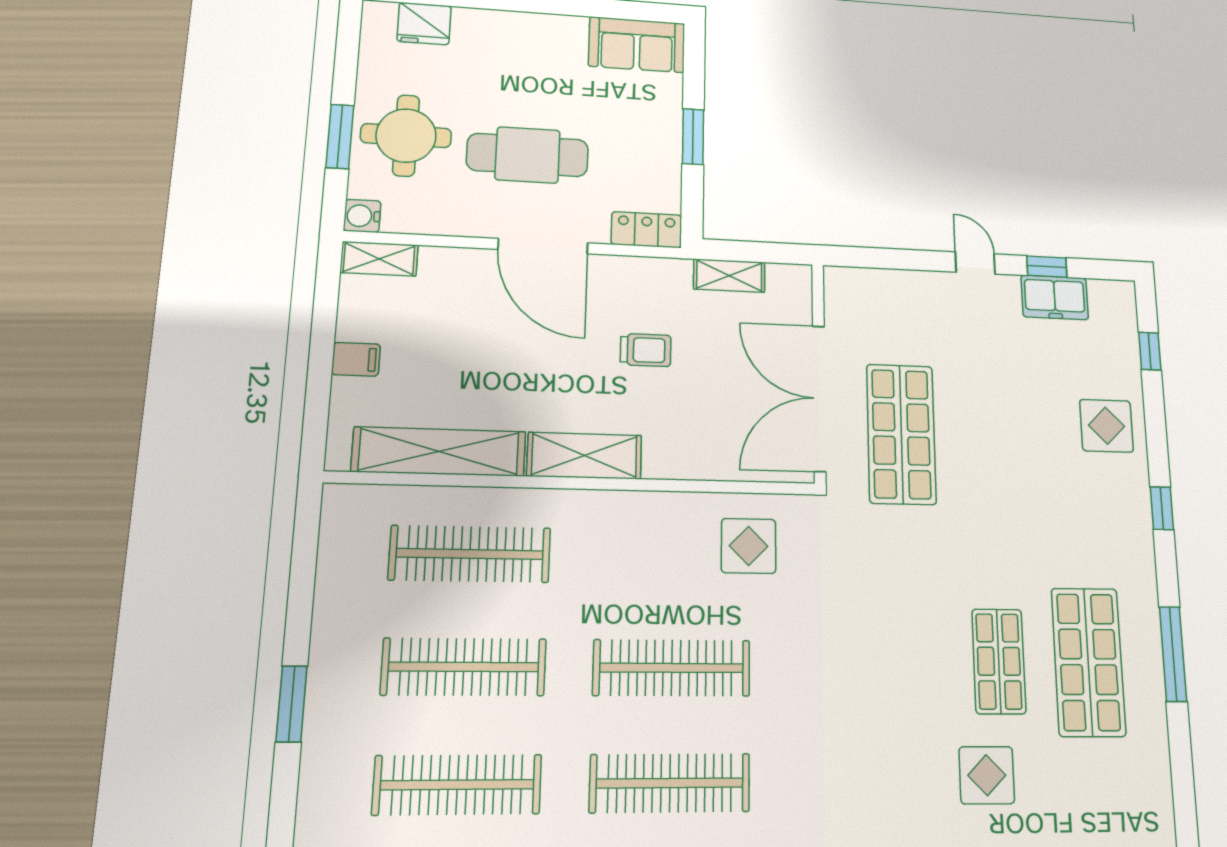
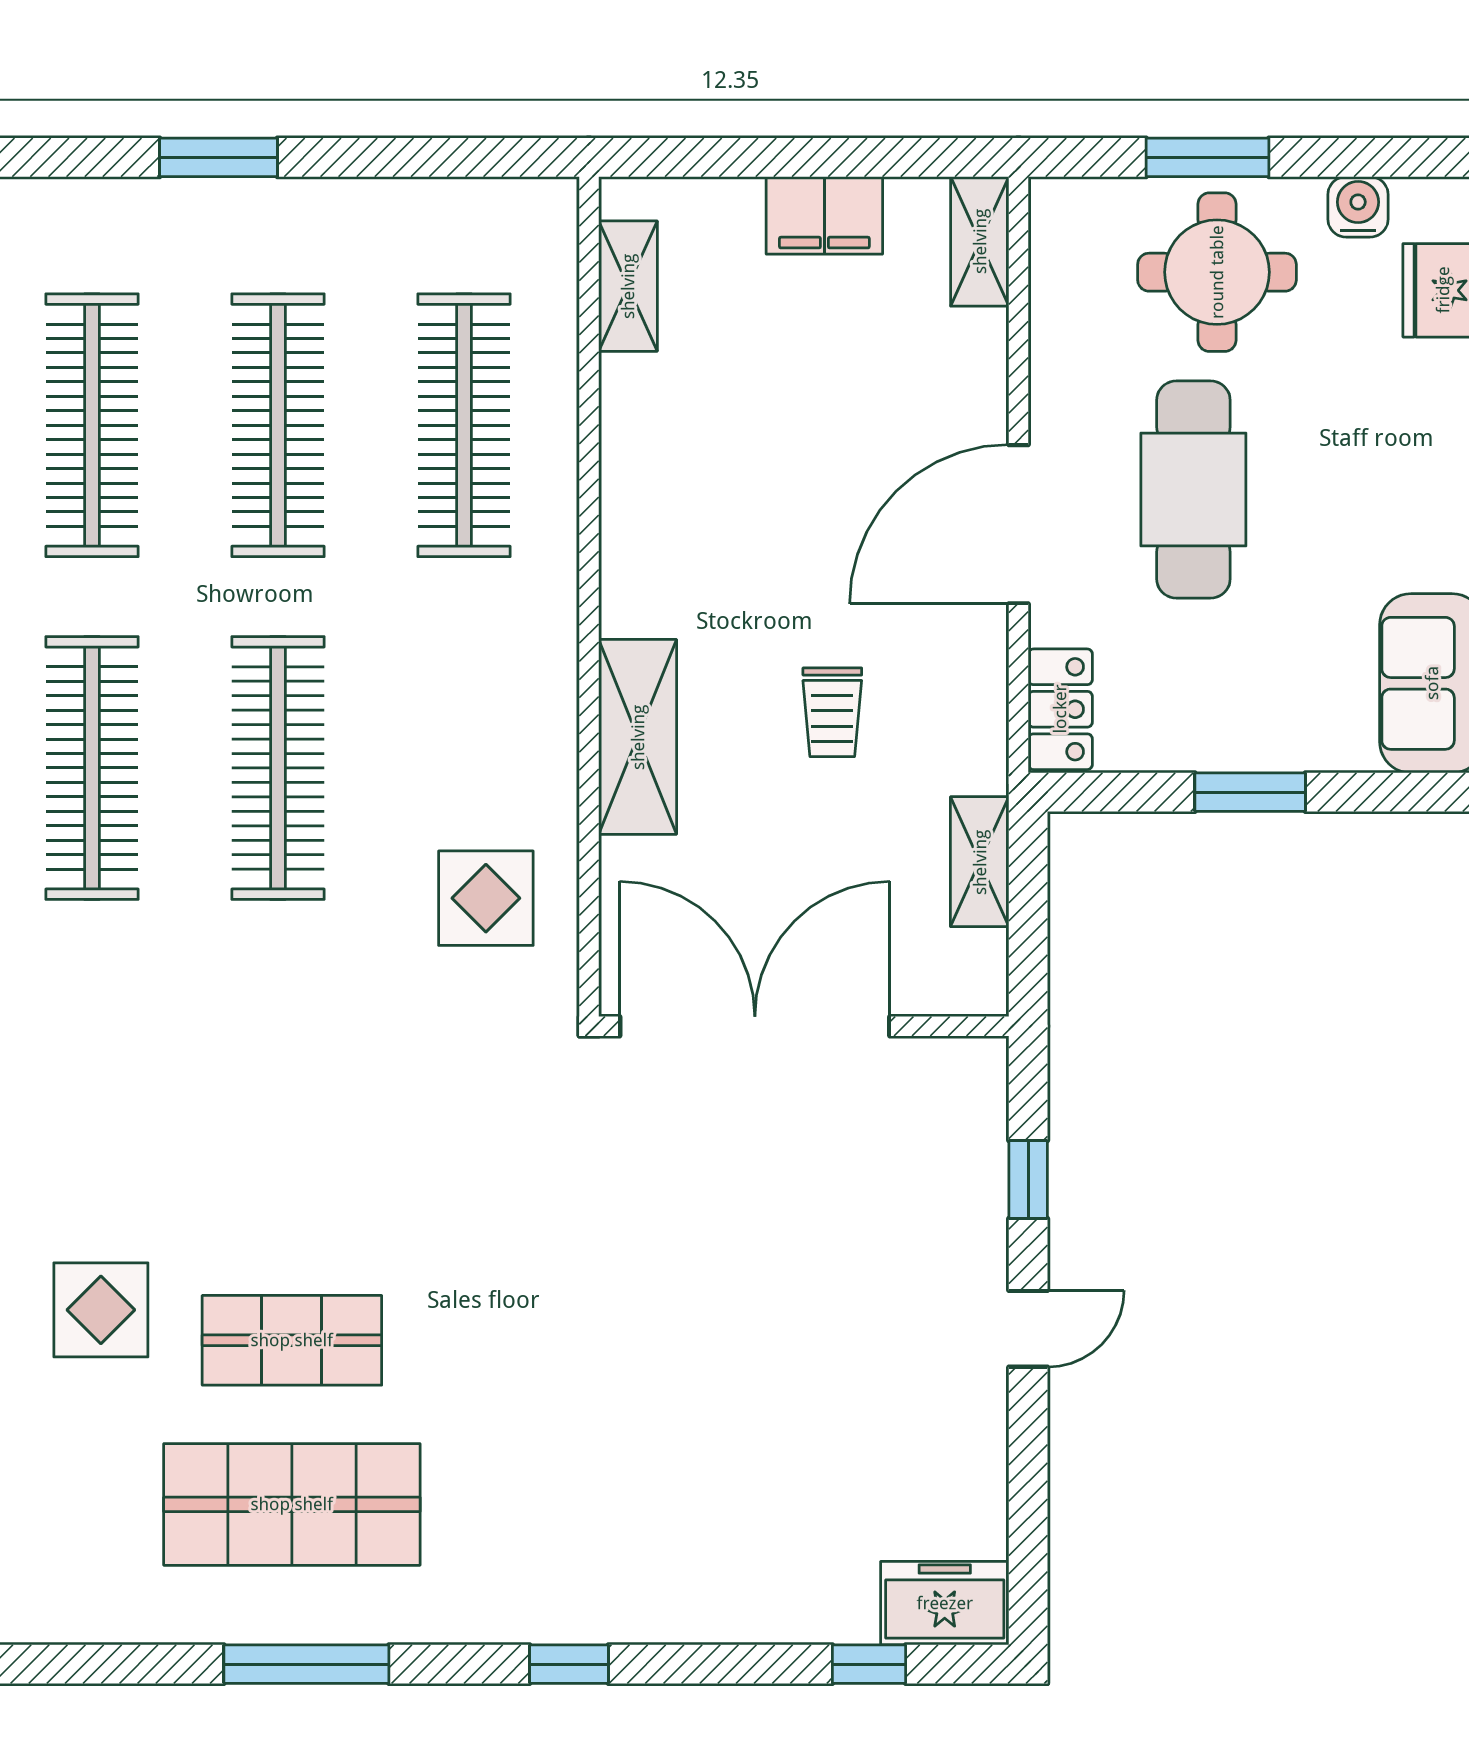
water cooler: (362, 216) -> (1358, 207), moved
window: (1047, 267) -> (1028, 1180), moved
freezer: (1055, 297) -> (945, 1603), moved, turned 90
filing cabinet: (356, 359) -> (824, 215), width x2.00
display table: (1106, 426) -> (721, 1568), removed
shop shelf: (901, 434) -> (694, 1176), removed
shelving: (439, 452) -> (628, 286), width x0.45, depth x0.75
shelving: (584, 456) -> (638, 737), moved

